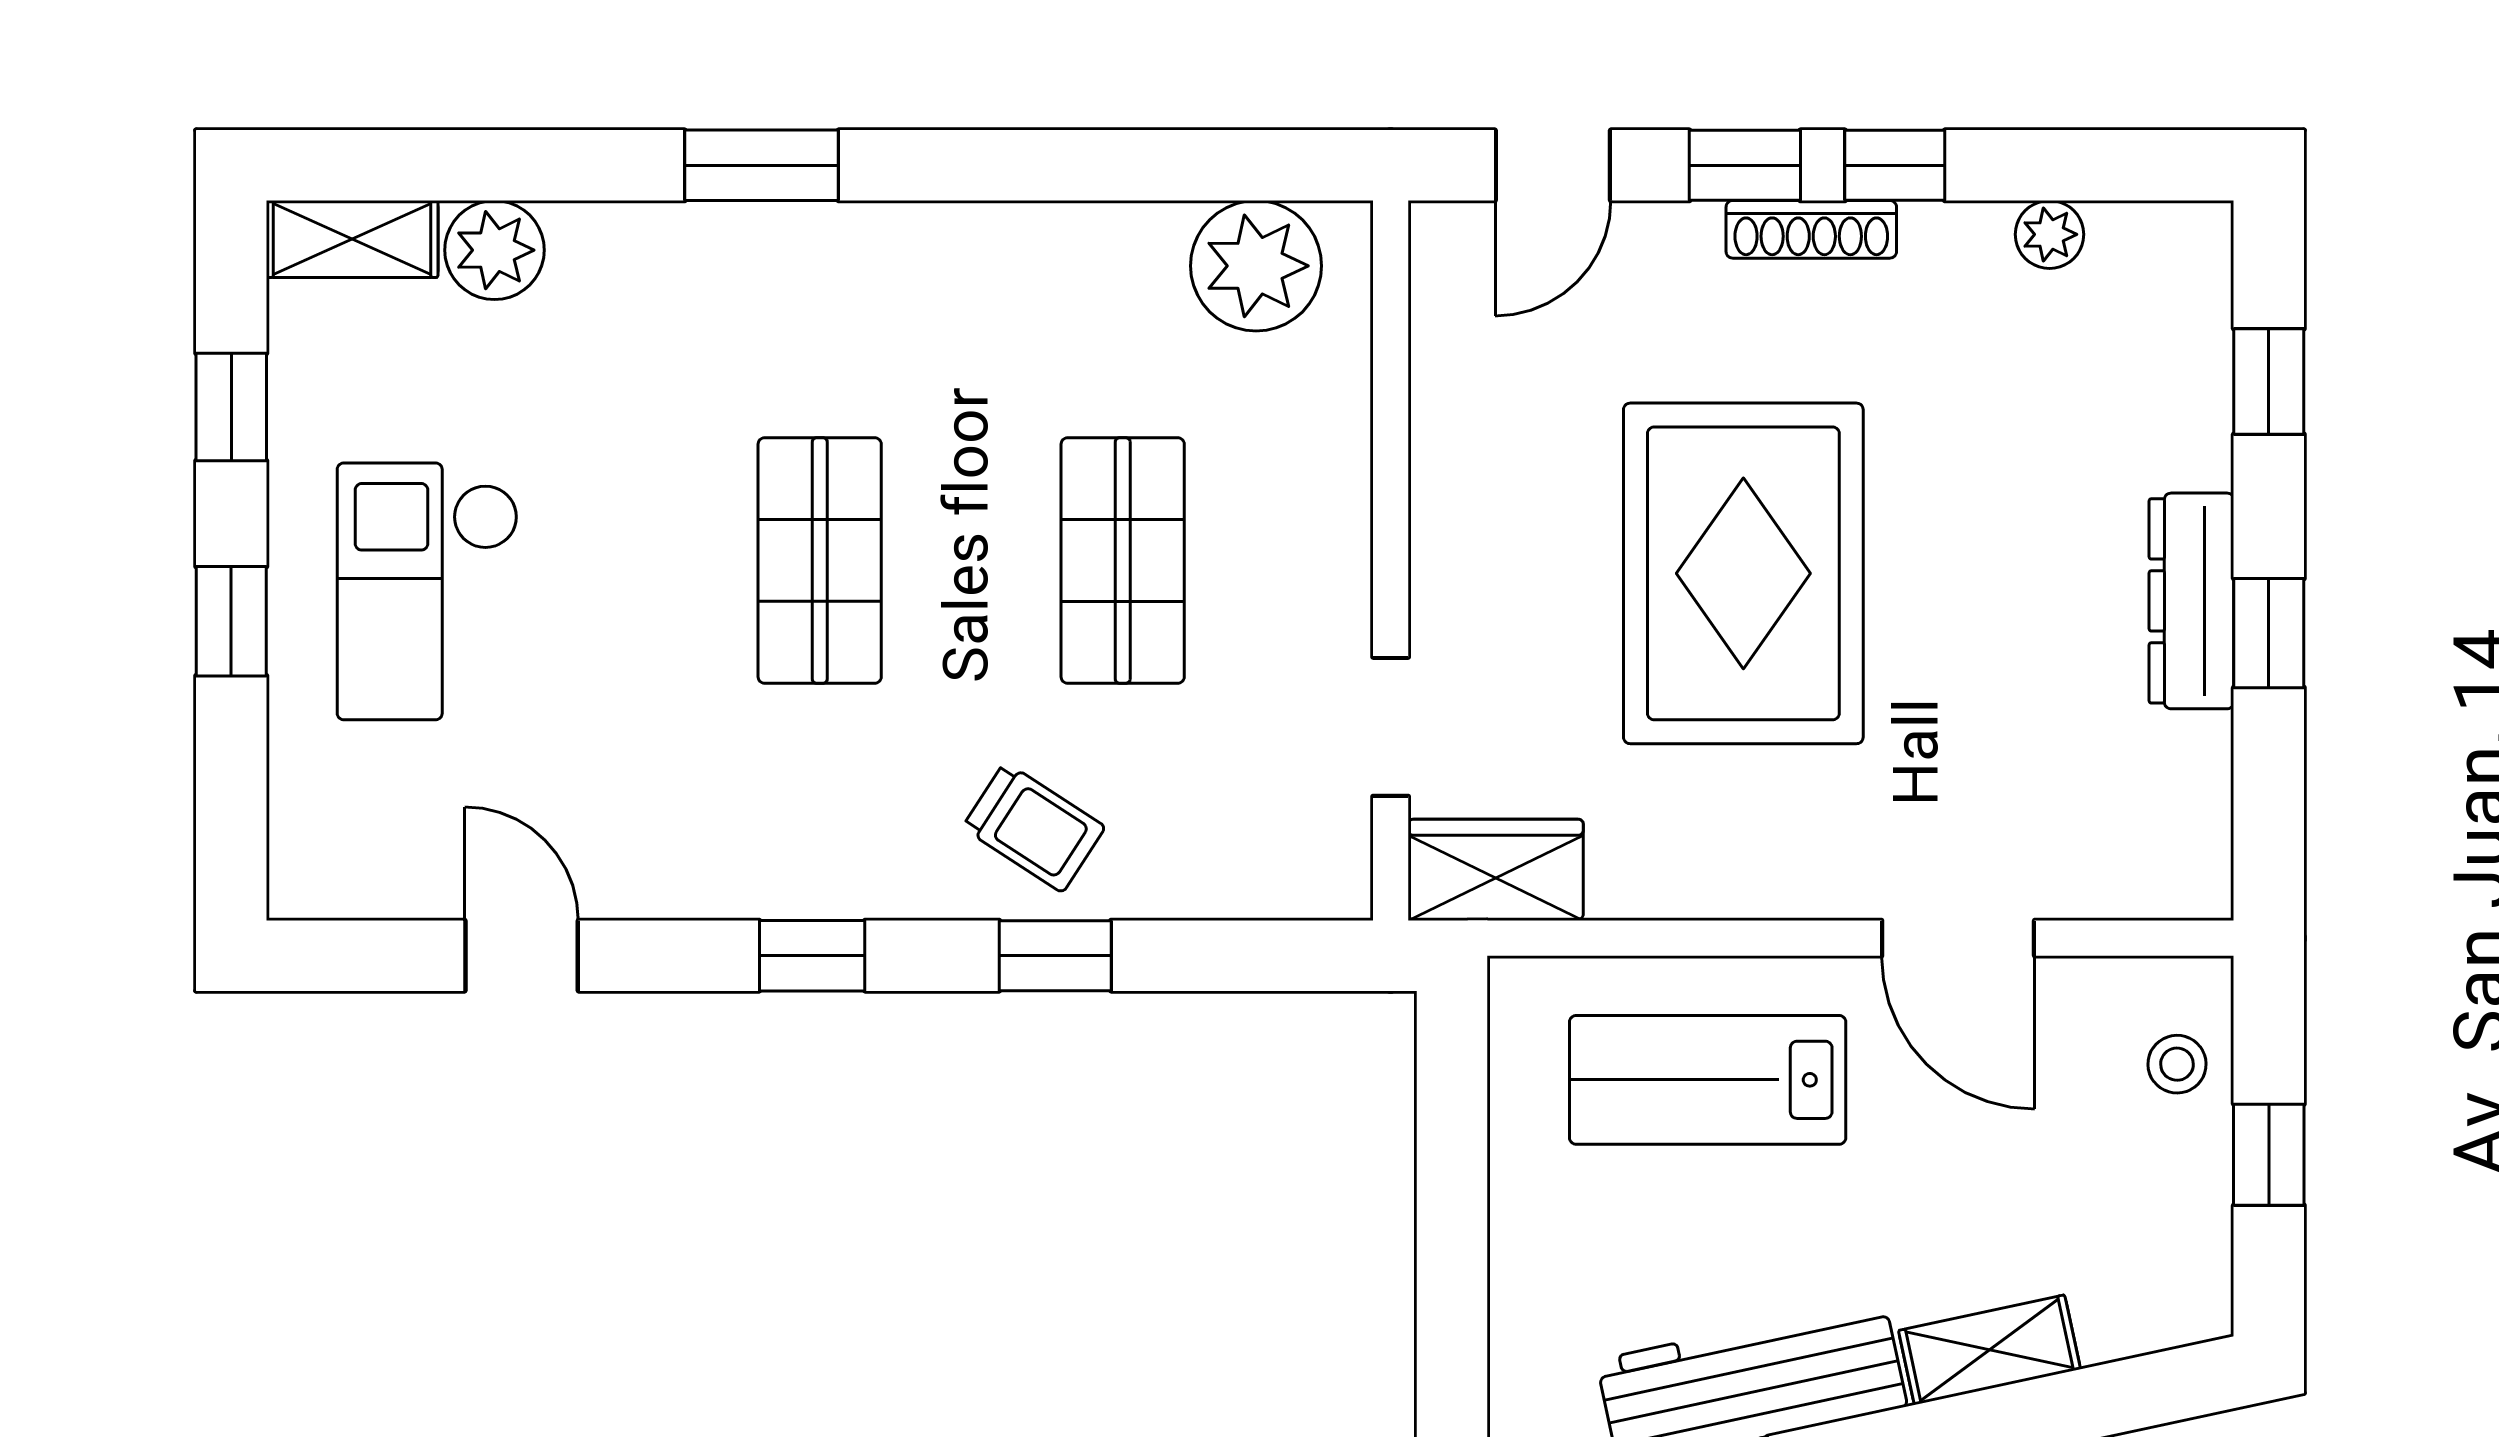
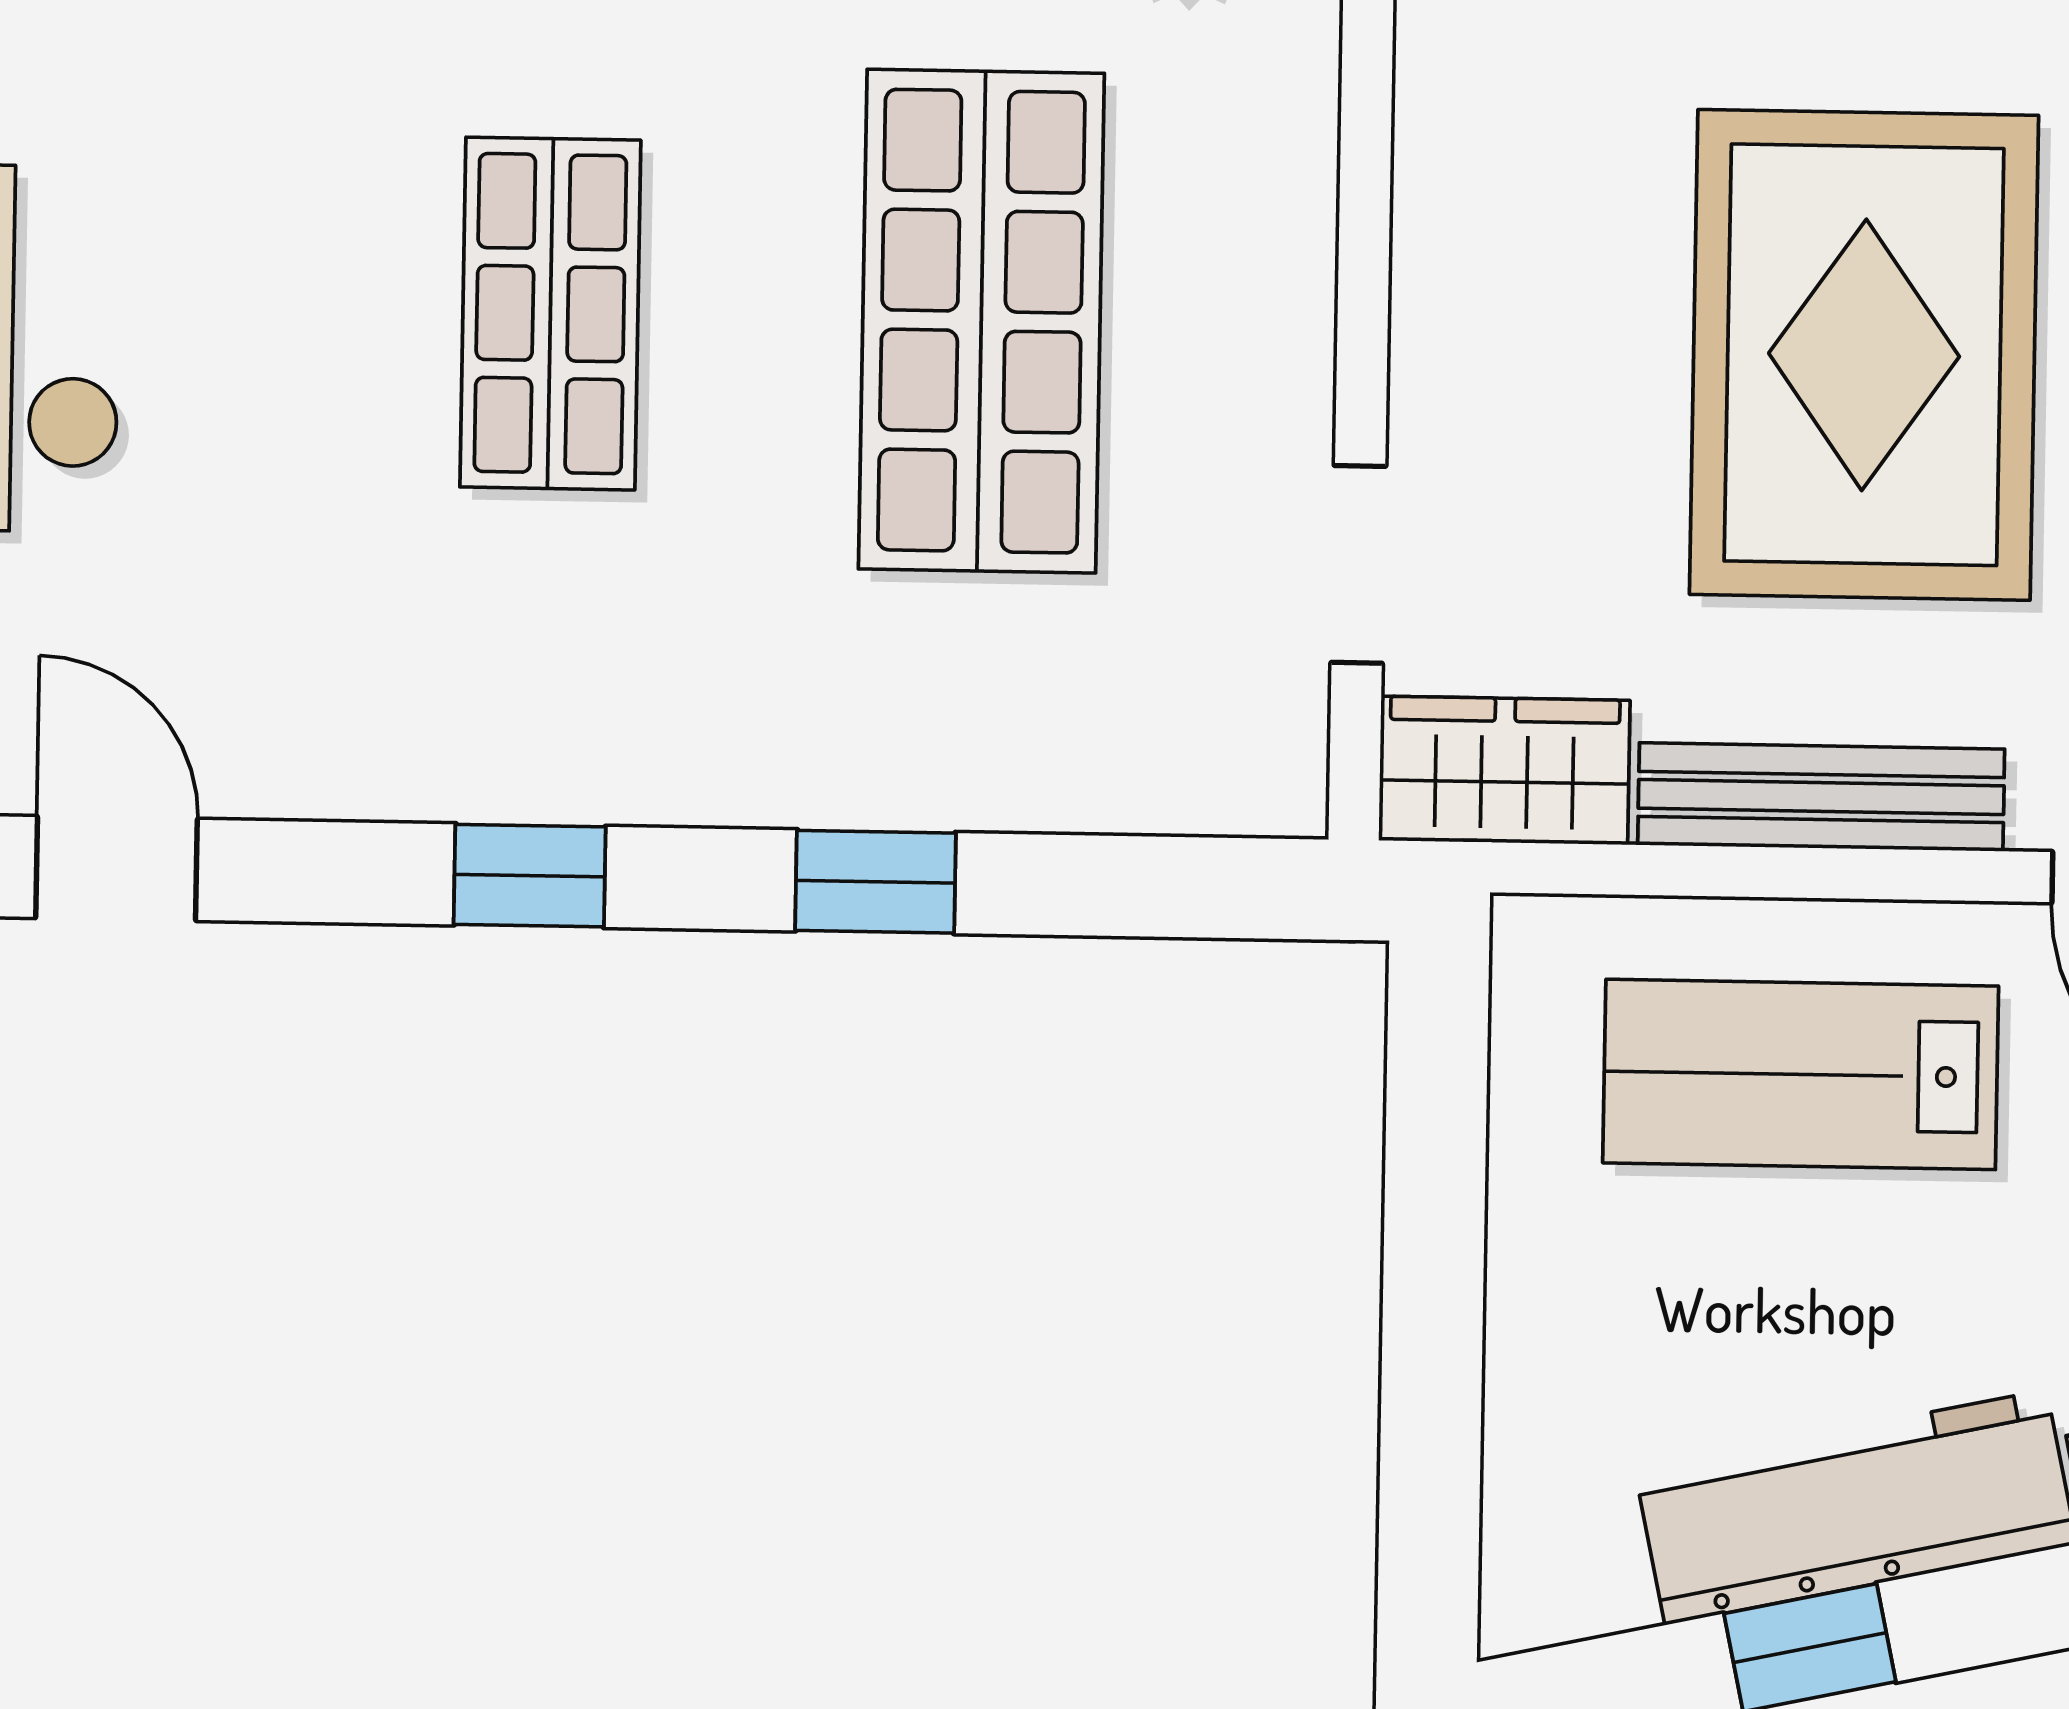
shop shelf: (1123, 560) -> (981, 321), width x1.43, depth x1.36
trolley: (1034, 827) -> (848, 698), removed
bench: (1719, 885) -> (1821, 797), added

